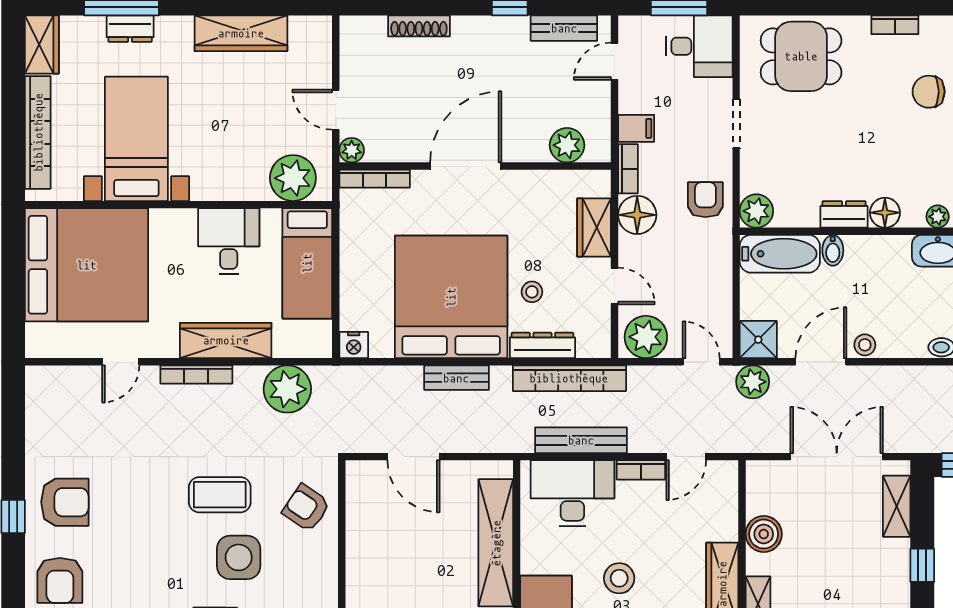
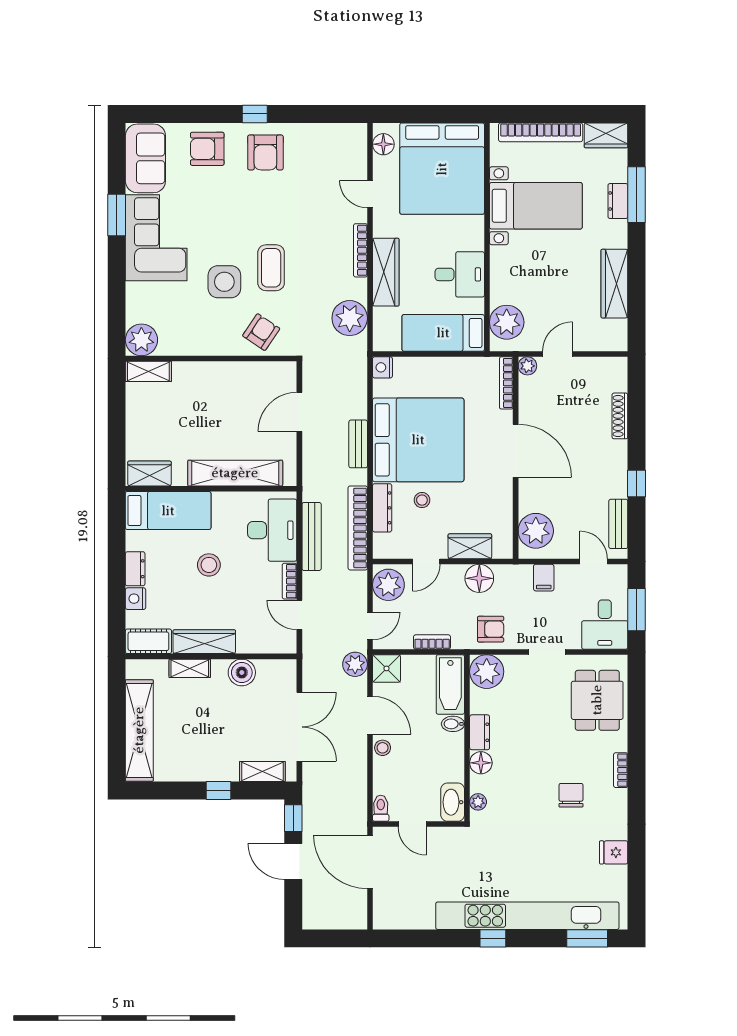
plant: (567, 145) -> (536, 531), width x1.36, depth x1.36
bookcase: (628, 169) -> (432, 642), moved, turned 180
plant: (756, 211) -> (487, 672), width x1.36, depth x1.36
floor lamp: (54, 344) -> (383, 144), added

